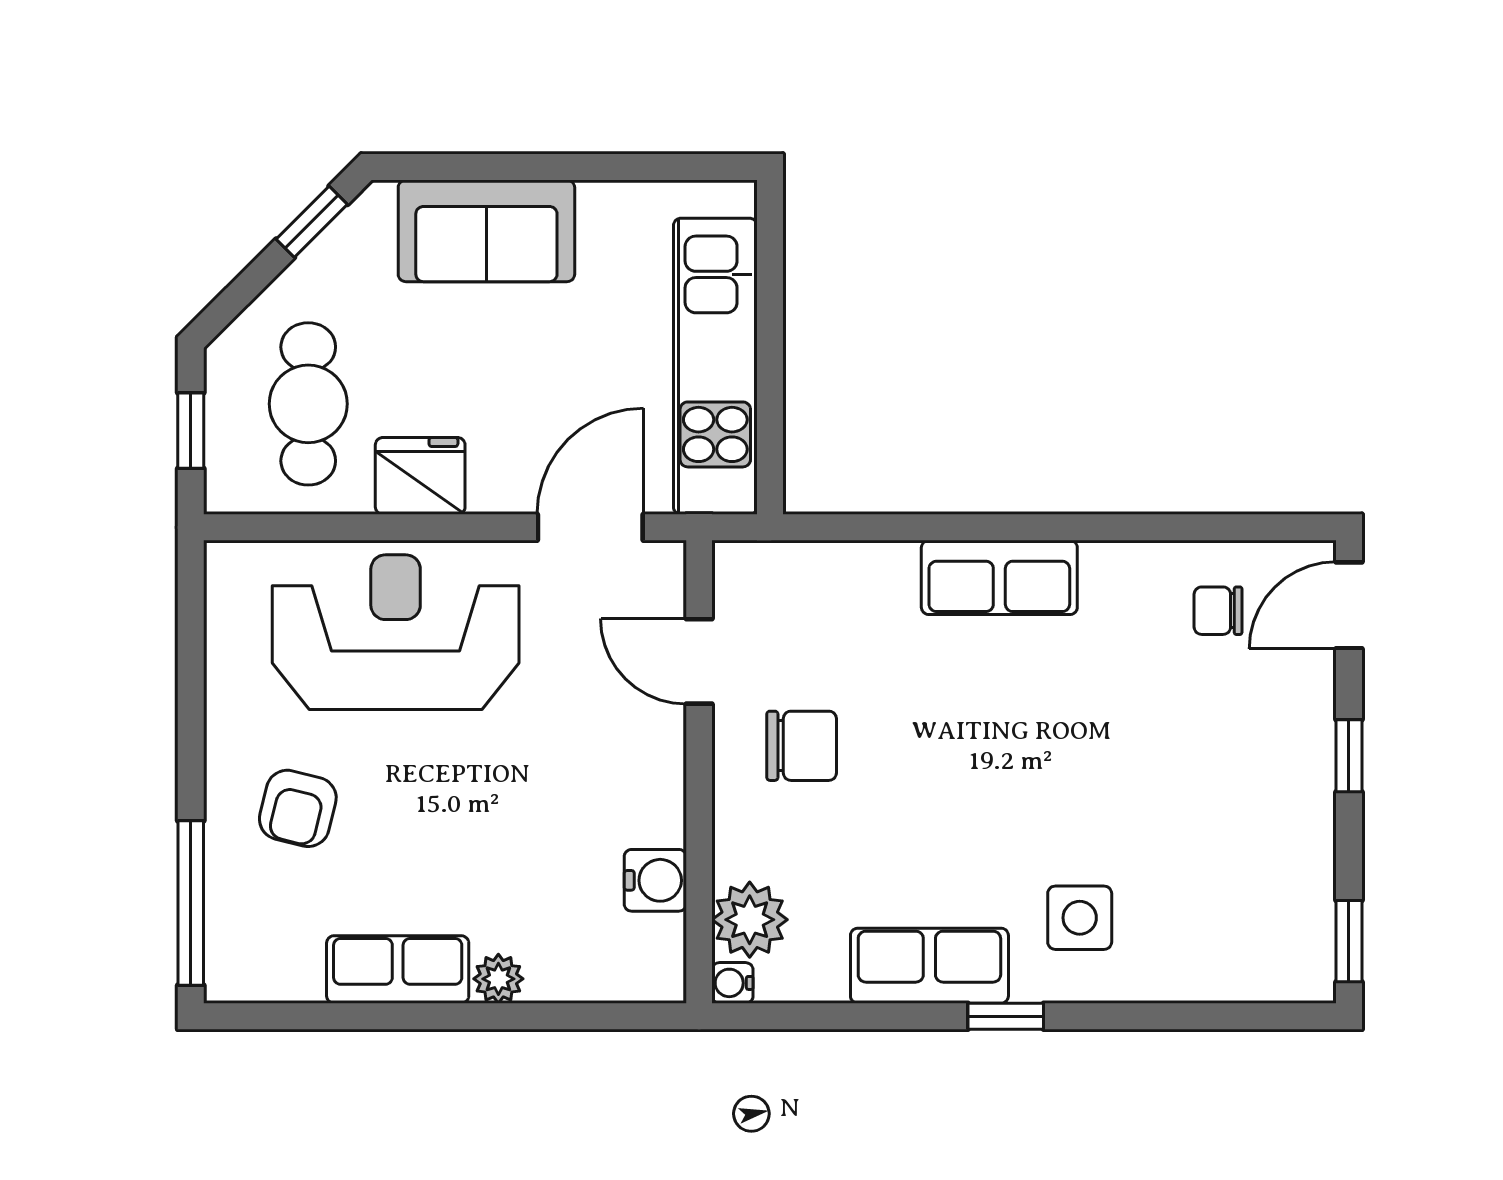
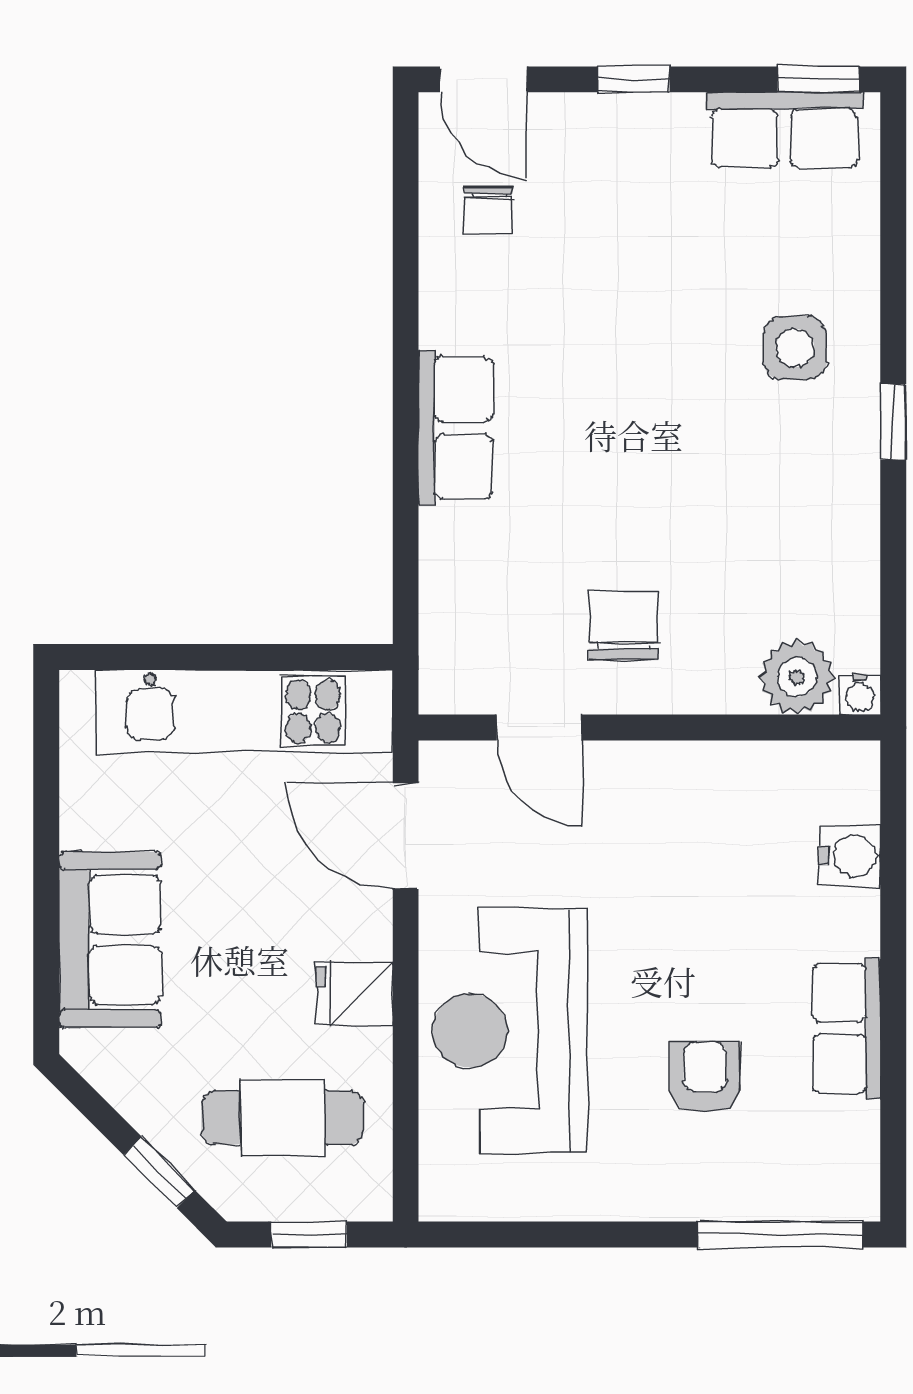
window: (312, 222) -> (159, 1172), moved
fridge: (420, 476) -> (354, 993), width x0.72
door: (699, 661) -> (539, 728), hinge flipped
armchair: (298, 808) -> (705, 1077), moved, turned -104
water cooler: (655, 880) -> (850, 856), moved, turned 90
row of seats: (929, 966) -> (784, 130), moved, turned -90
plant: (498, 979) -> (856, 928), removed

